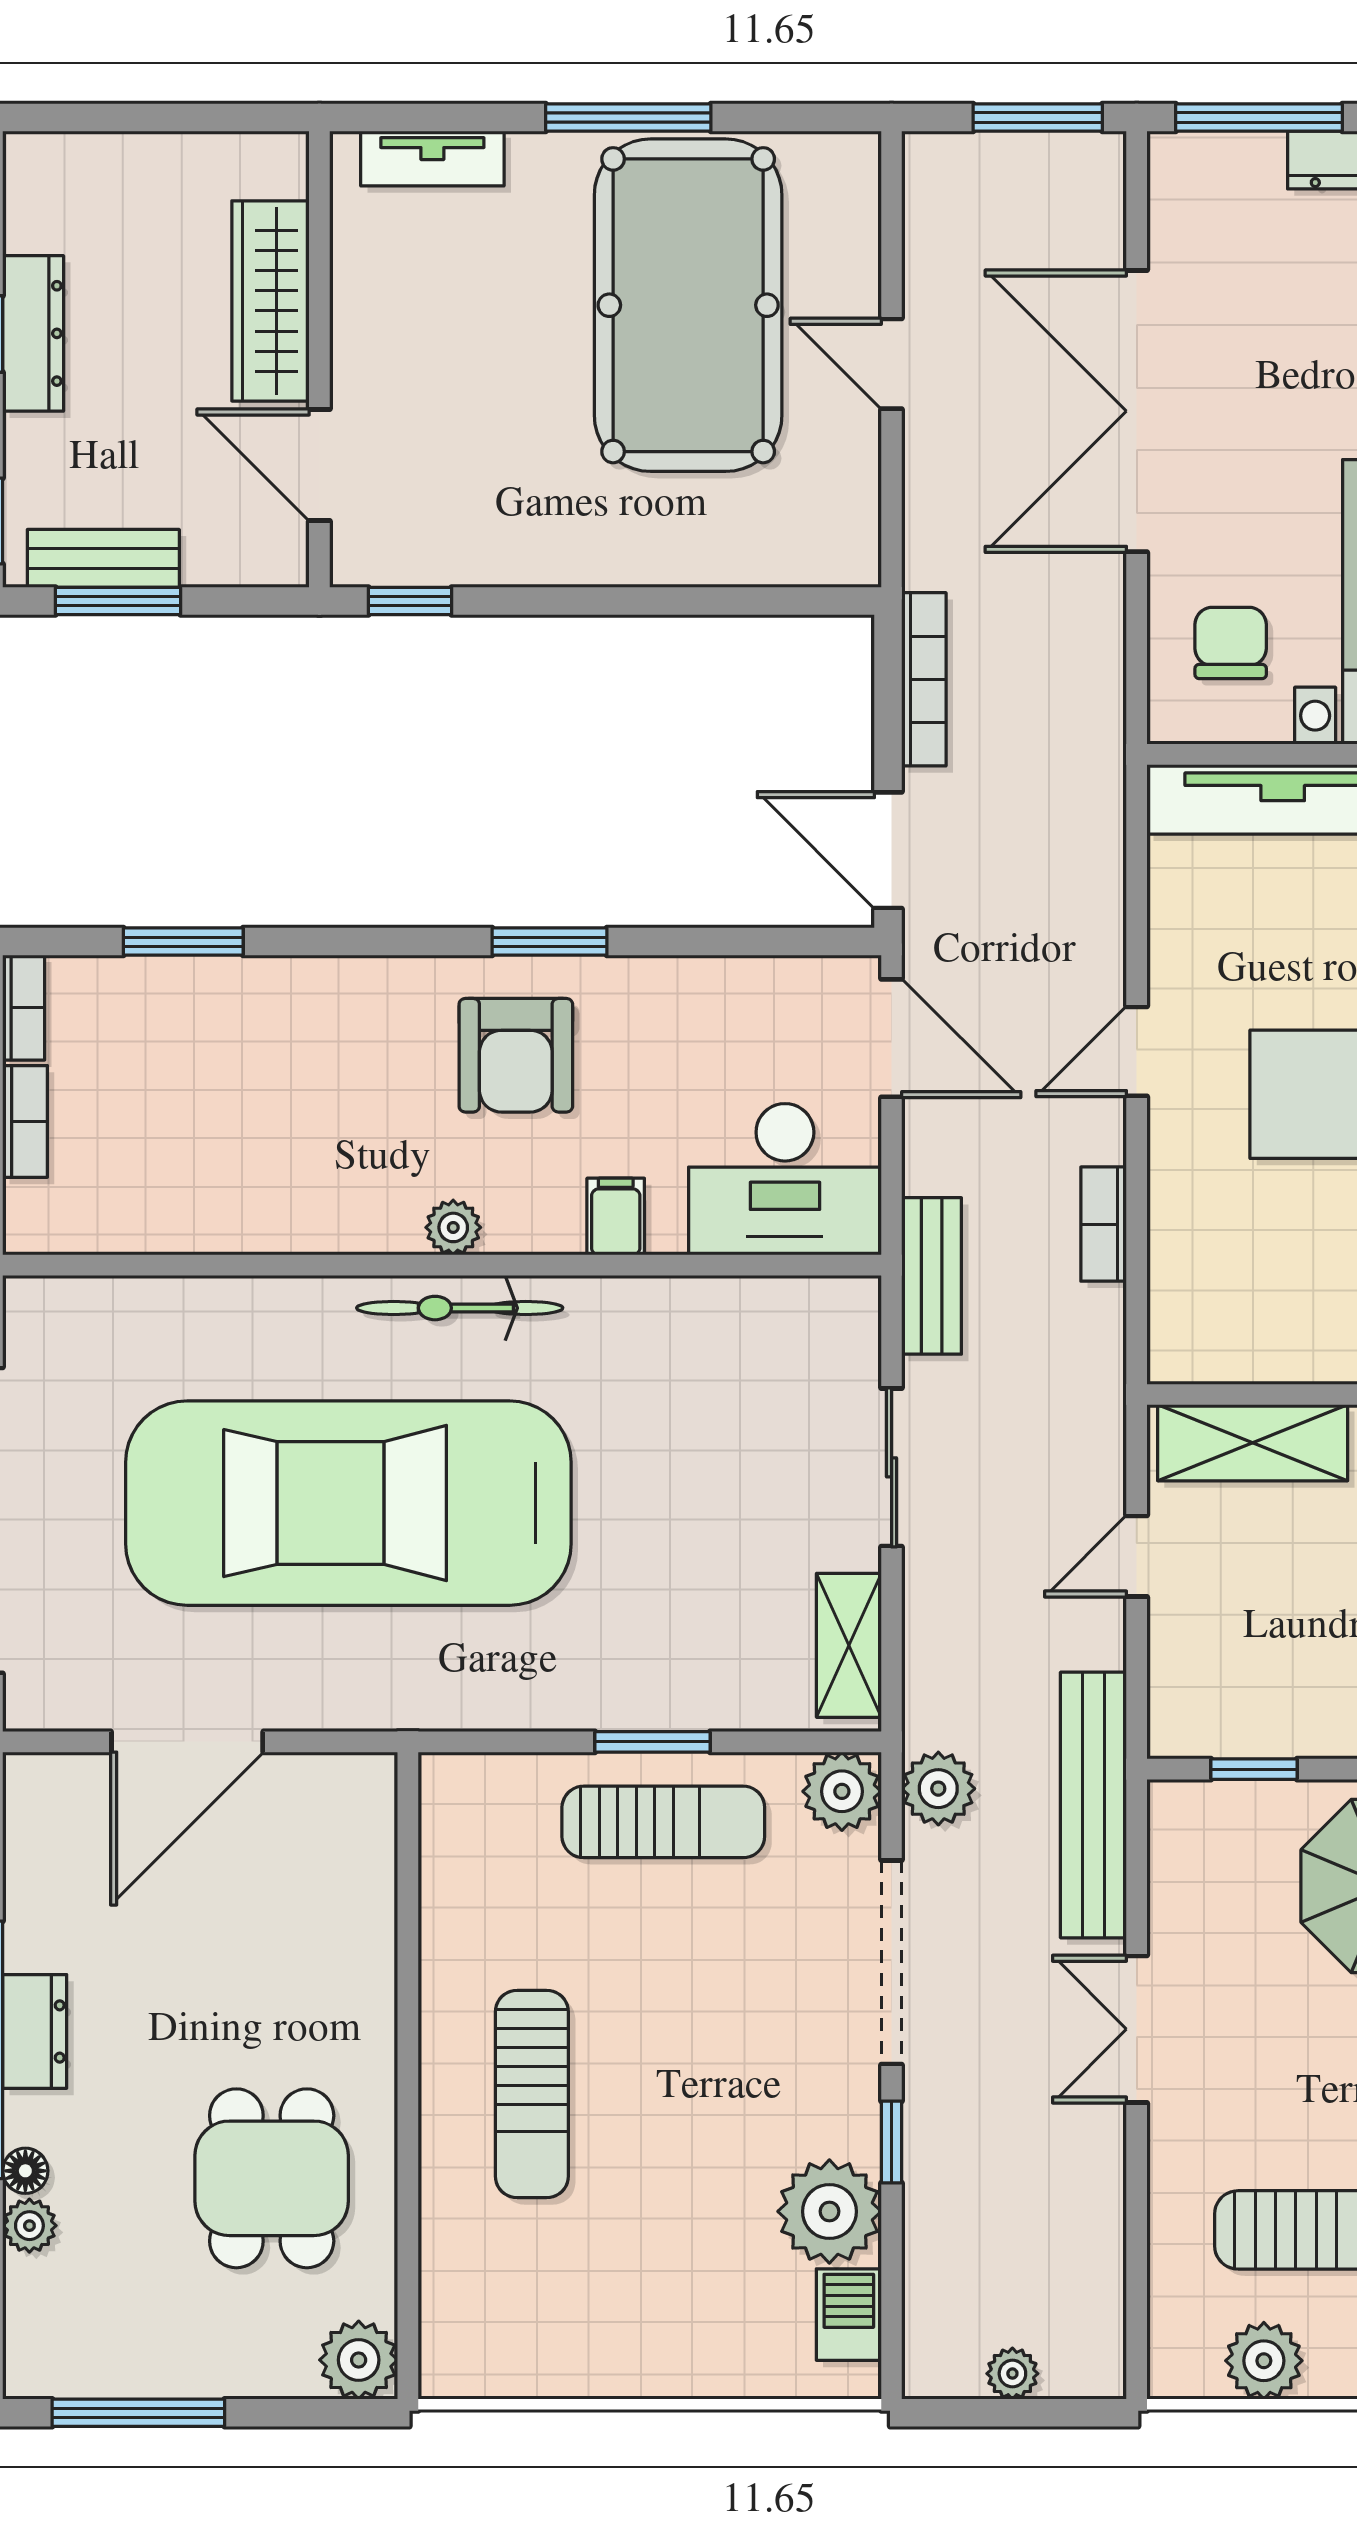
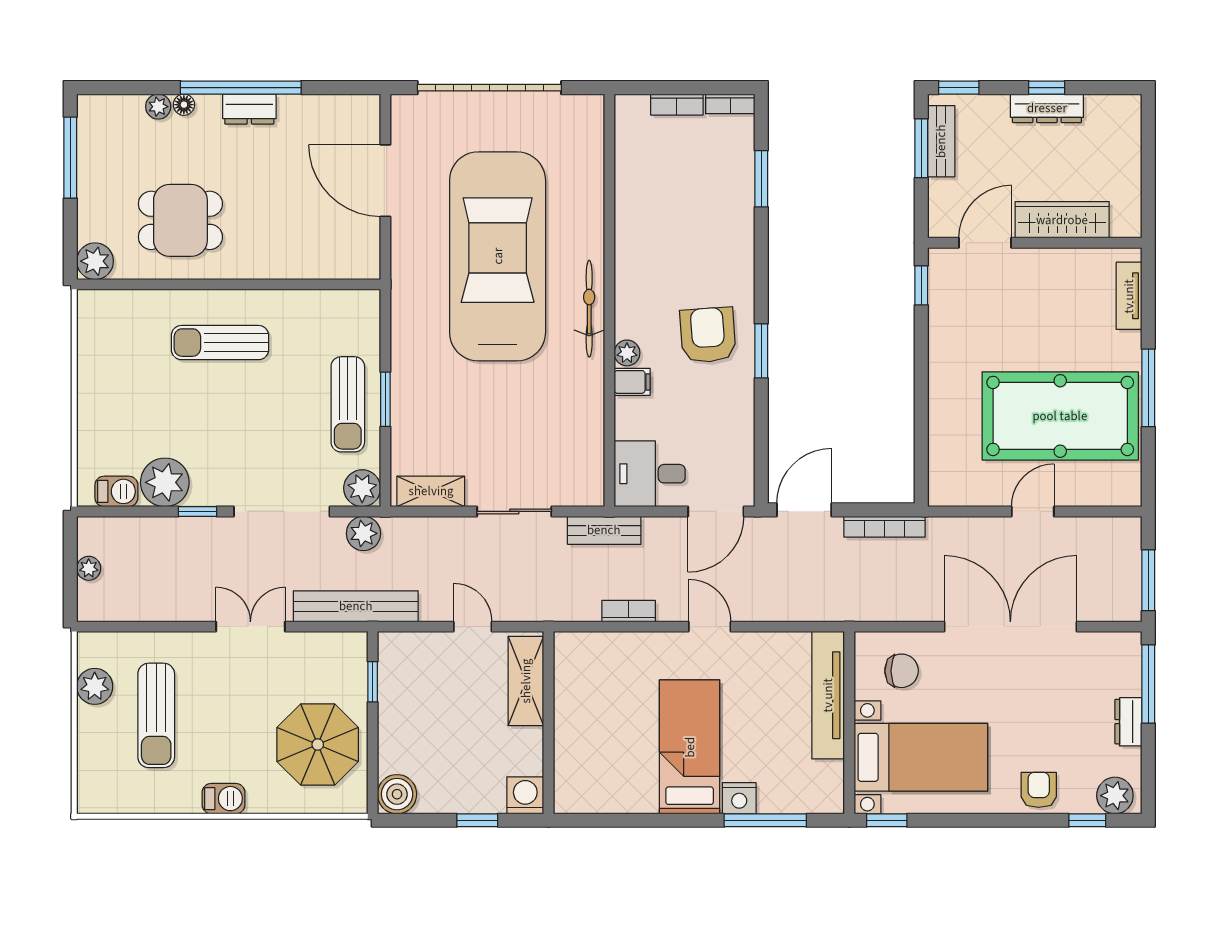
armchair: (516, 1055) -> (708, 335), turned 86
desk: (785, 1179) -> (650, 474), width x0.73
plant: (453, 1227) -> (627, 353), moved

